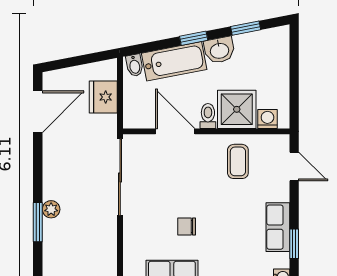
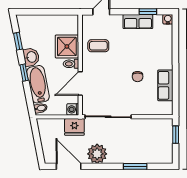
fridge: (103, 97) -> (74, 127), moved
washing machine: (267, 119) -> (73, 109), moved
plant: (51, 209) -> (97, 154), moved, width x1.87, depth x1.87

